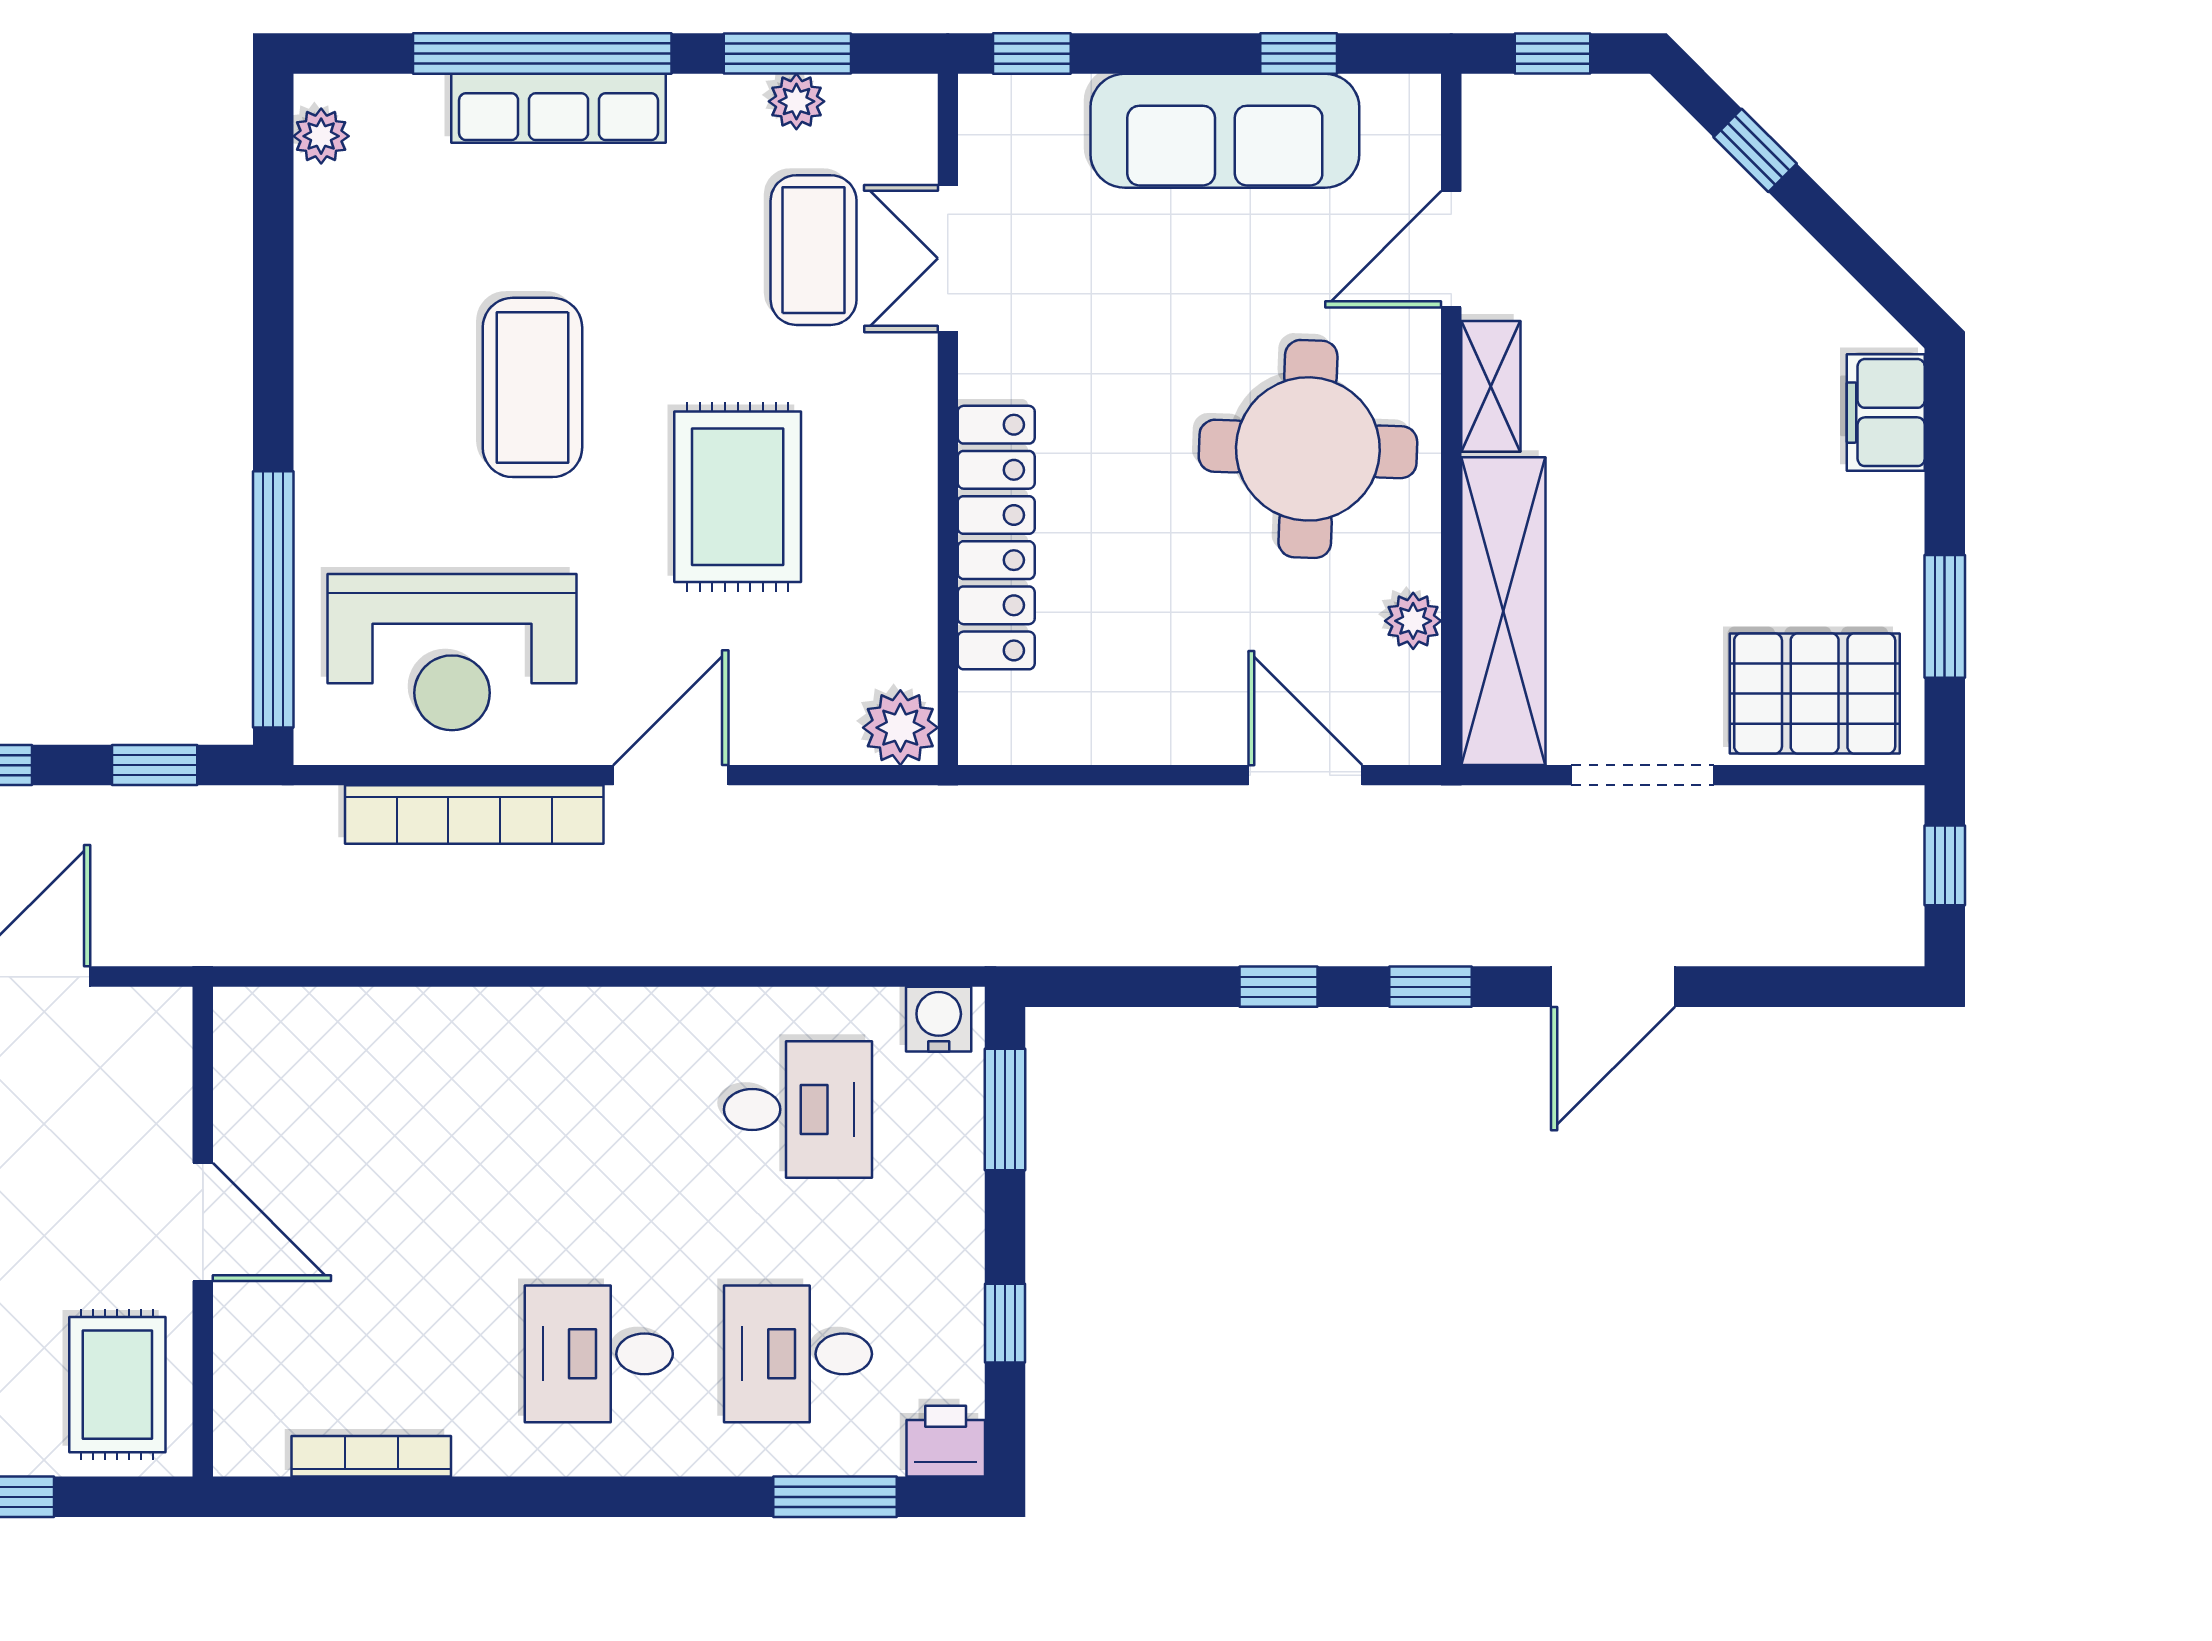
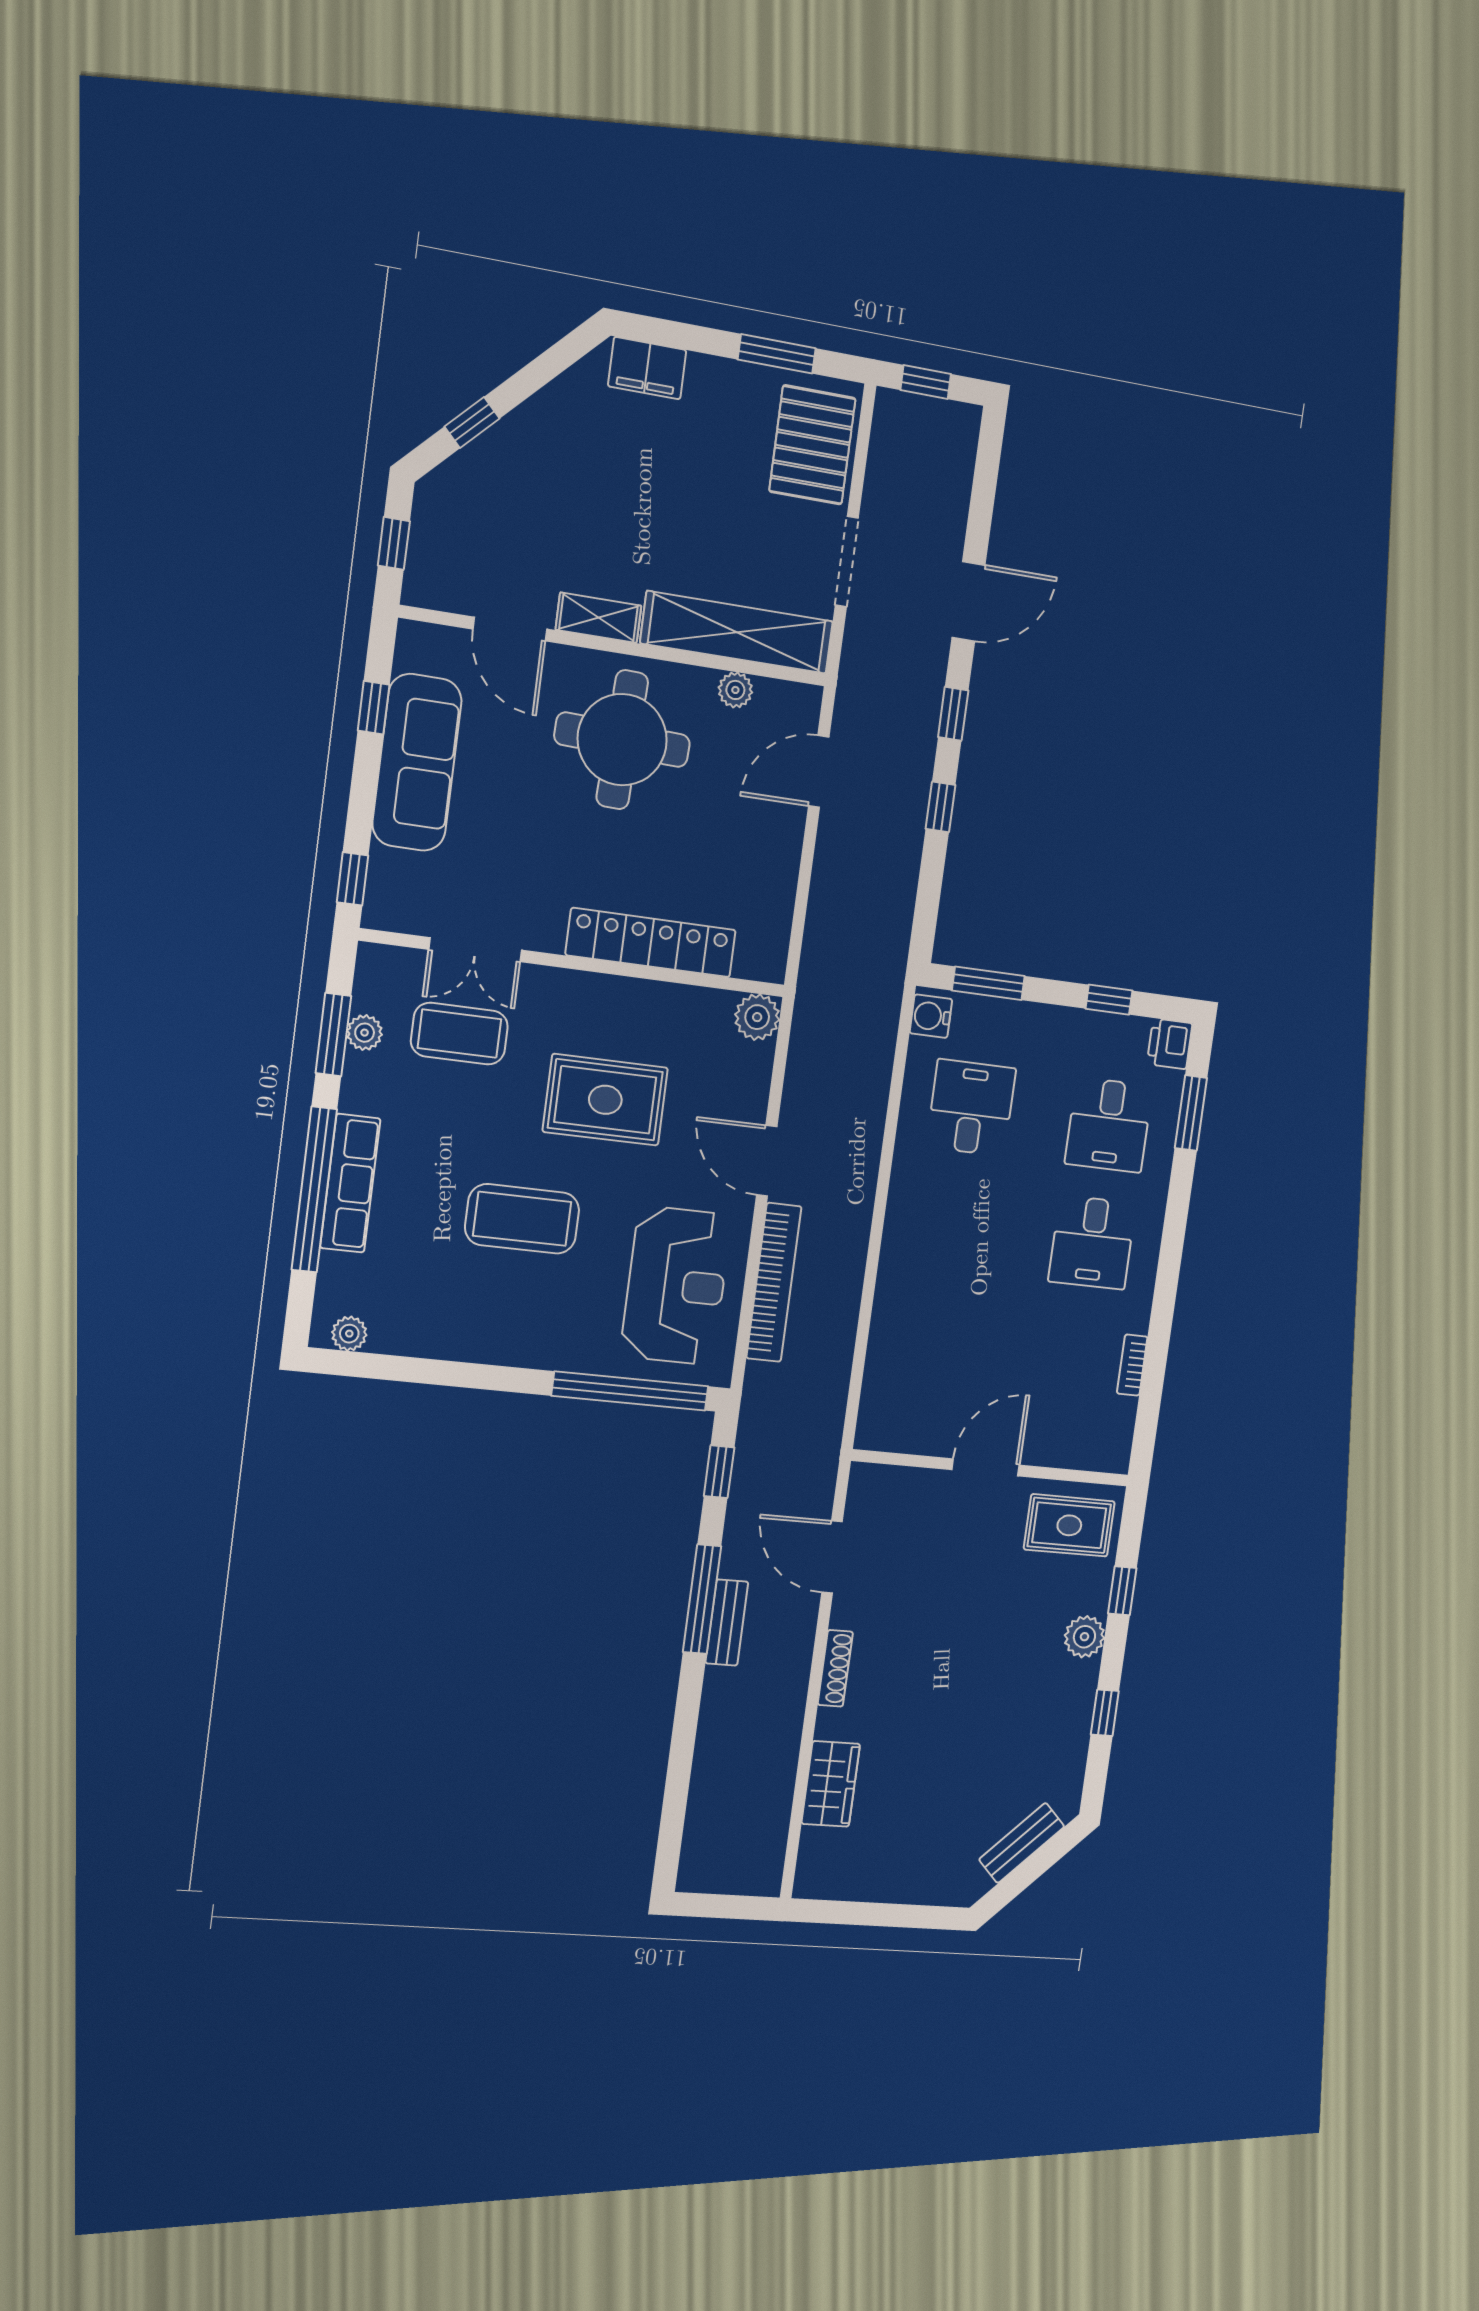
door: (1613, 987) -> (969, 601), hinge flipped
bookcase: (371, 1456) -> (1132, 1365), width x0.64

